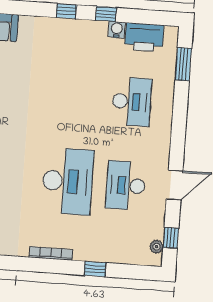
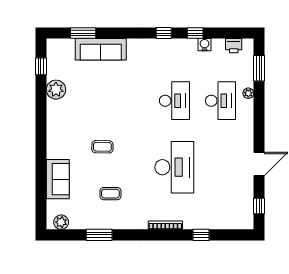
printer: (144, 37) -> (234, 46), width x0.53, depth x0.68
desk: (126, 185) -> (174, 101), moved, turned 180
plant: (157, 247) -> (248, 93), moved

